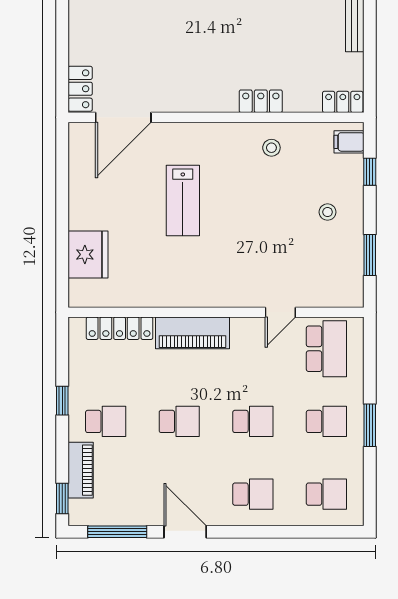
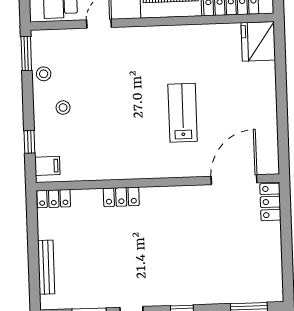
stool: (271, 148) -> (44, 74), moved
fridge: (88, 254) -> (258, 41), moved
window: (370, 255) -> (26, 54), moved

